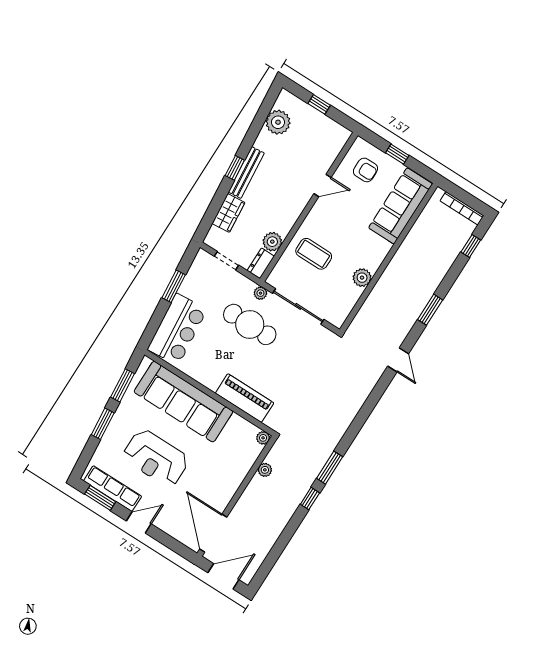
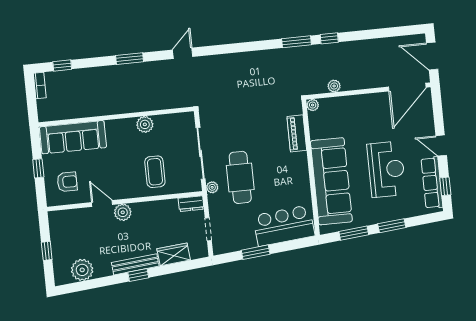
armchair: (365, 170) -> (67, 182), turned 90
bookcase: (462, 208) -> (40, 85), width x0.64
plant: (272, 242) -> (123, 212), moved
piano: (245, 398) -> (297, 133), width x0.73, depth x0.75
window: (100, 498) -> (445, 186), width x0.67

